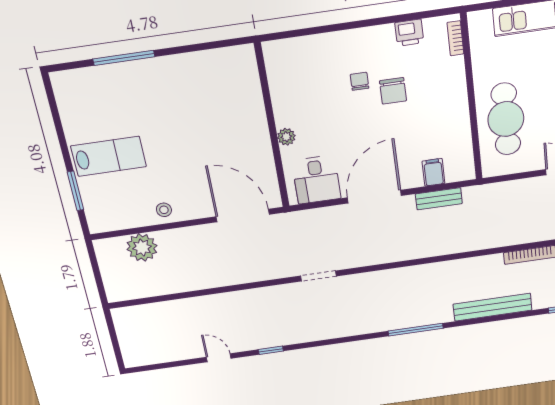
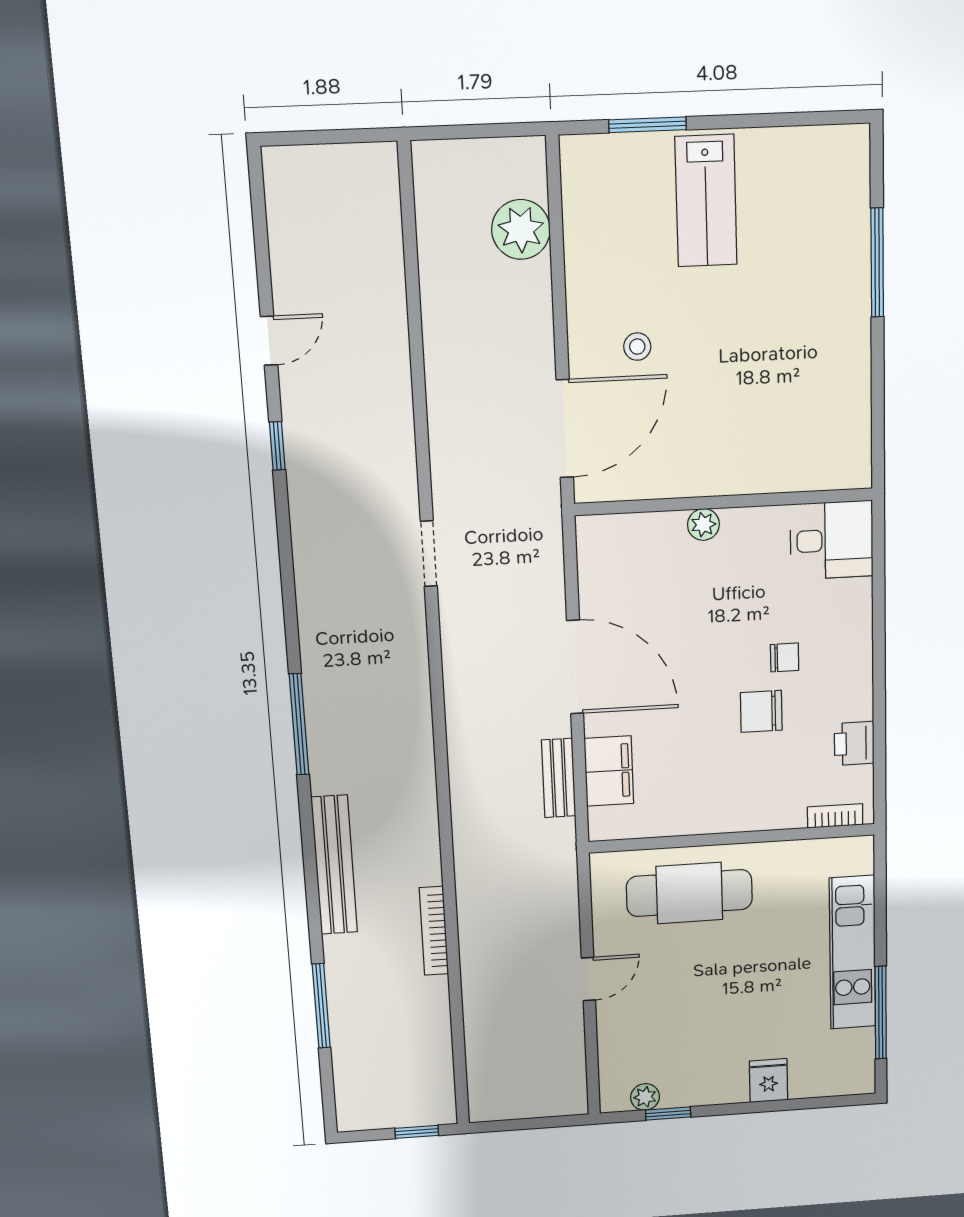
filing cabinet: (433, 172) -> (609, 771), width x2.00
desk: (316, 180) -> (832, 540), moved, turned 180
stool: (164, 210) -> (637, 347), moved

